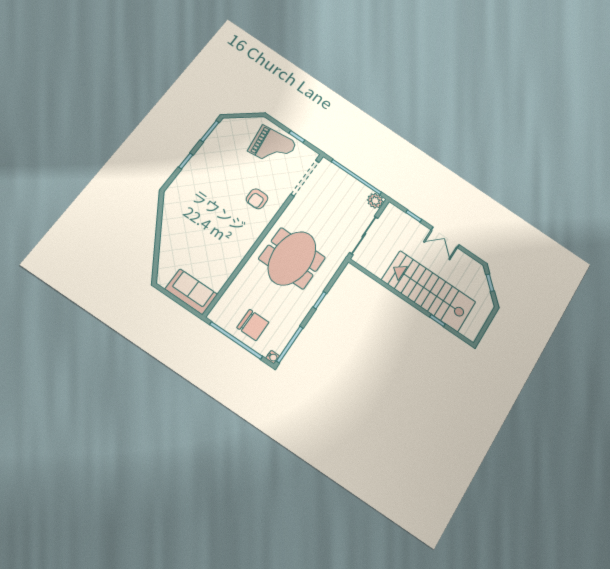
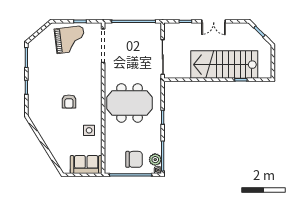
armchair: (257, 199) -> (69, 101), moved
plant: (375, 201) -> (155, 160), moved
side table: (223, 256) -> (89, 130), added
meeting table: (292, 258) -> (130, 103), turned 90

